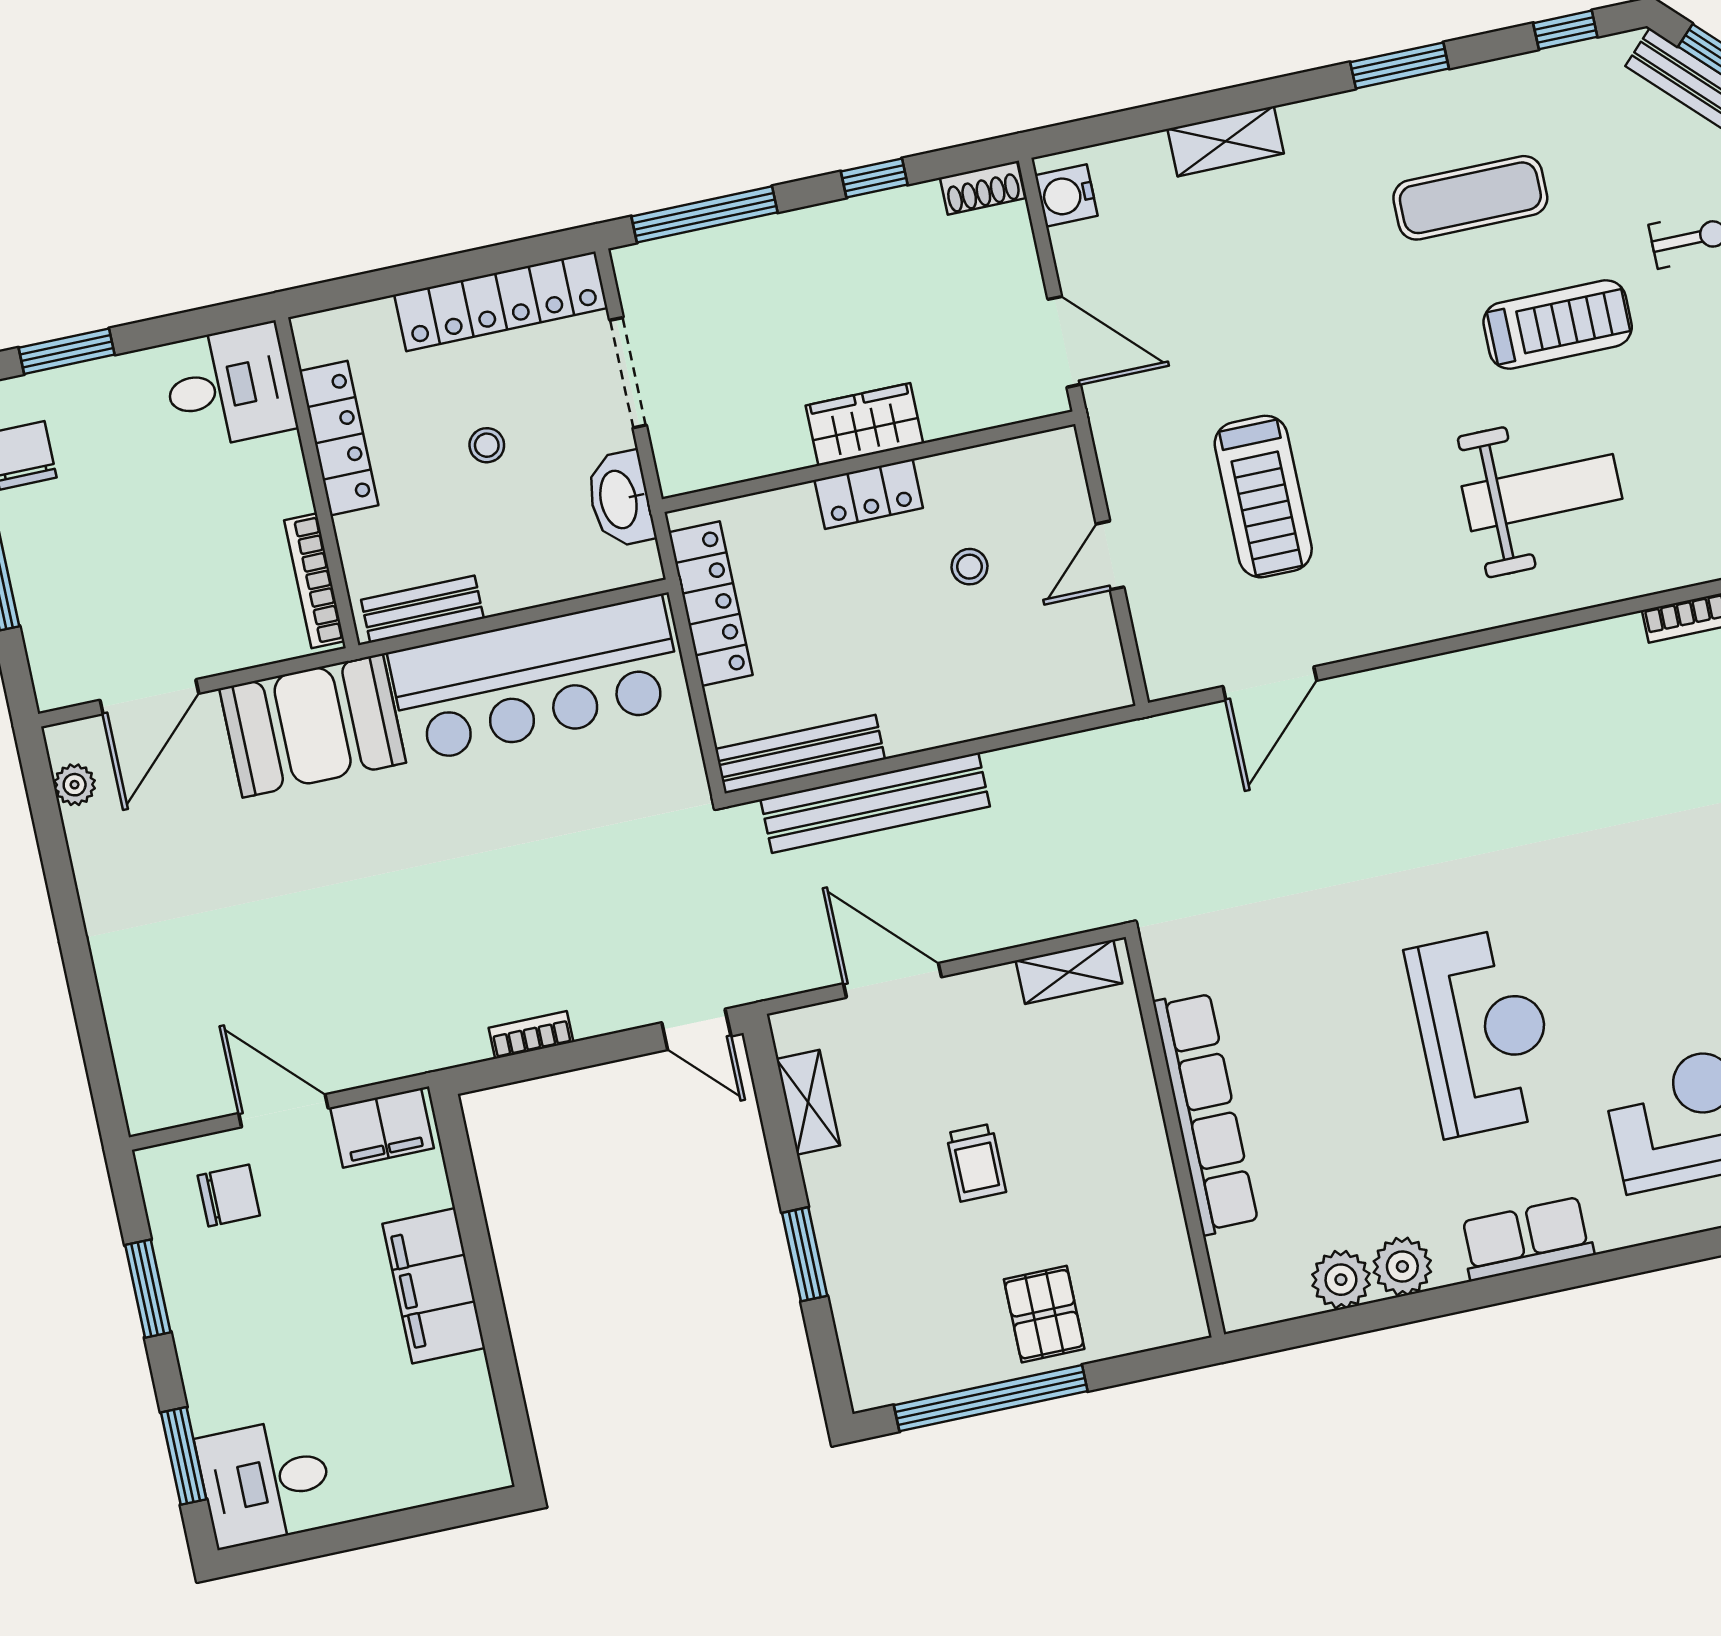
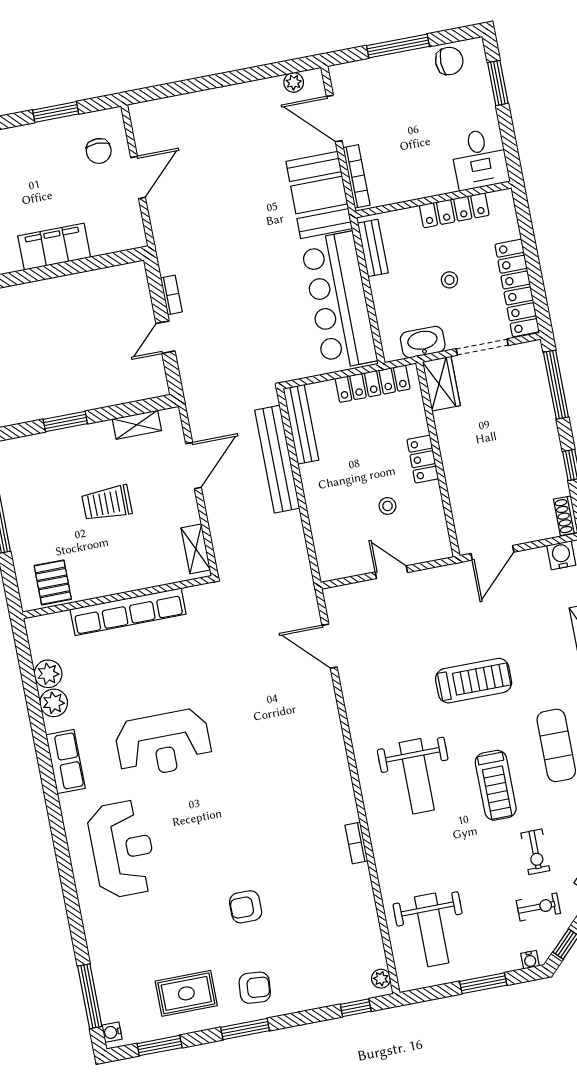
wardrobe: (864, 424) -> (441, 384), moved
treadmill: (1263, 497) -> (474, 681), moved, turned 180
bookcase: (314, 581) -> (357, 176), moved, turned 90
door: (696, 1029) -> (165, 337), moved
filing cabinet: (382, 1128) -> (129, 224), removed
trolley: (976, 1163) -> (107, 503), width x1.36, depth x1.39
pallet: (1044, 1314) -> (53, 582), moved, turned 90

